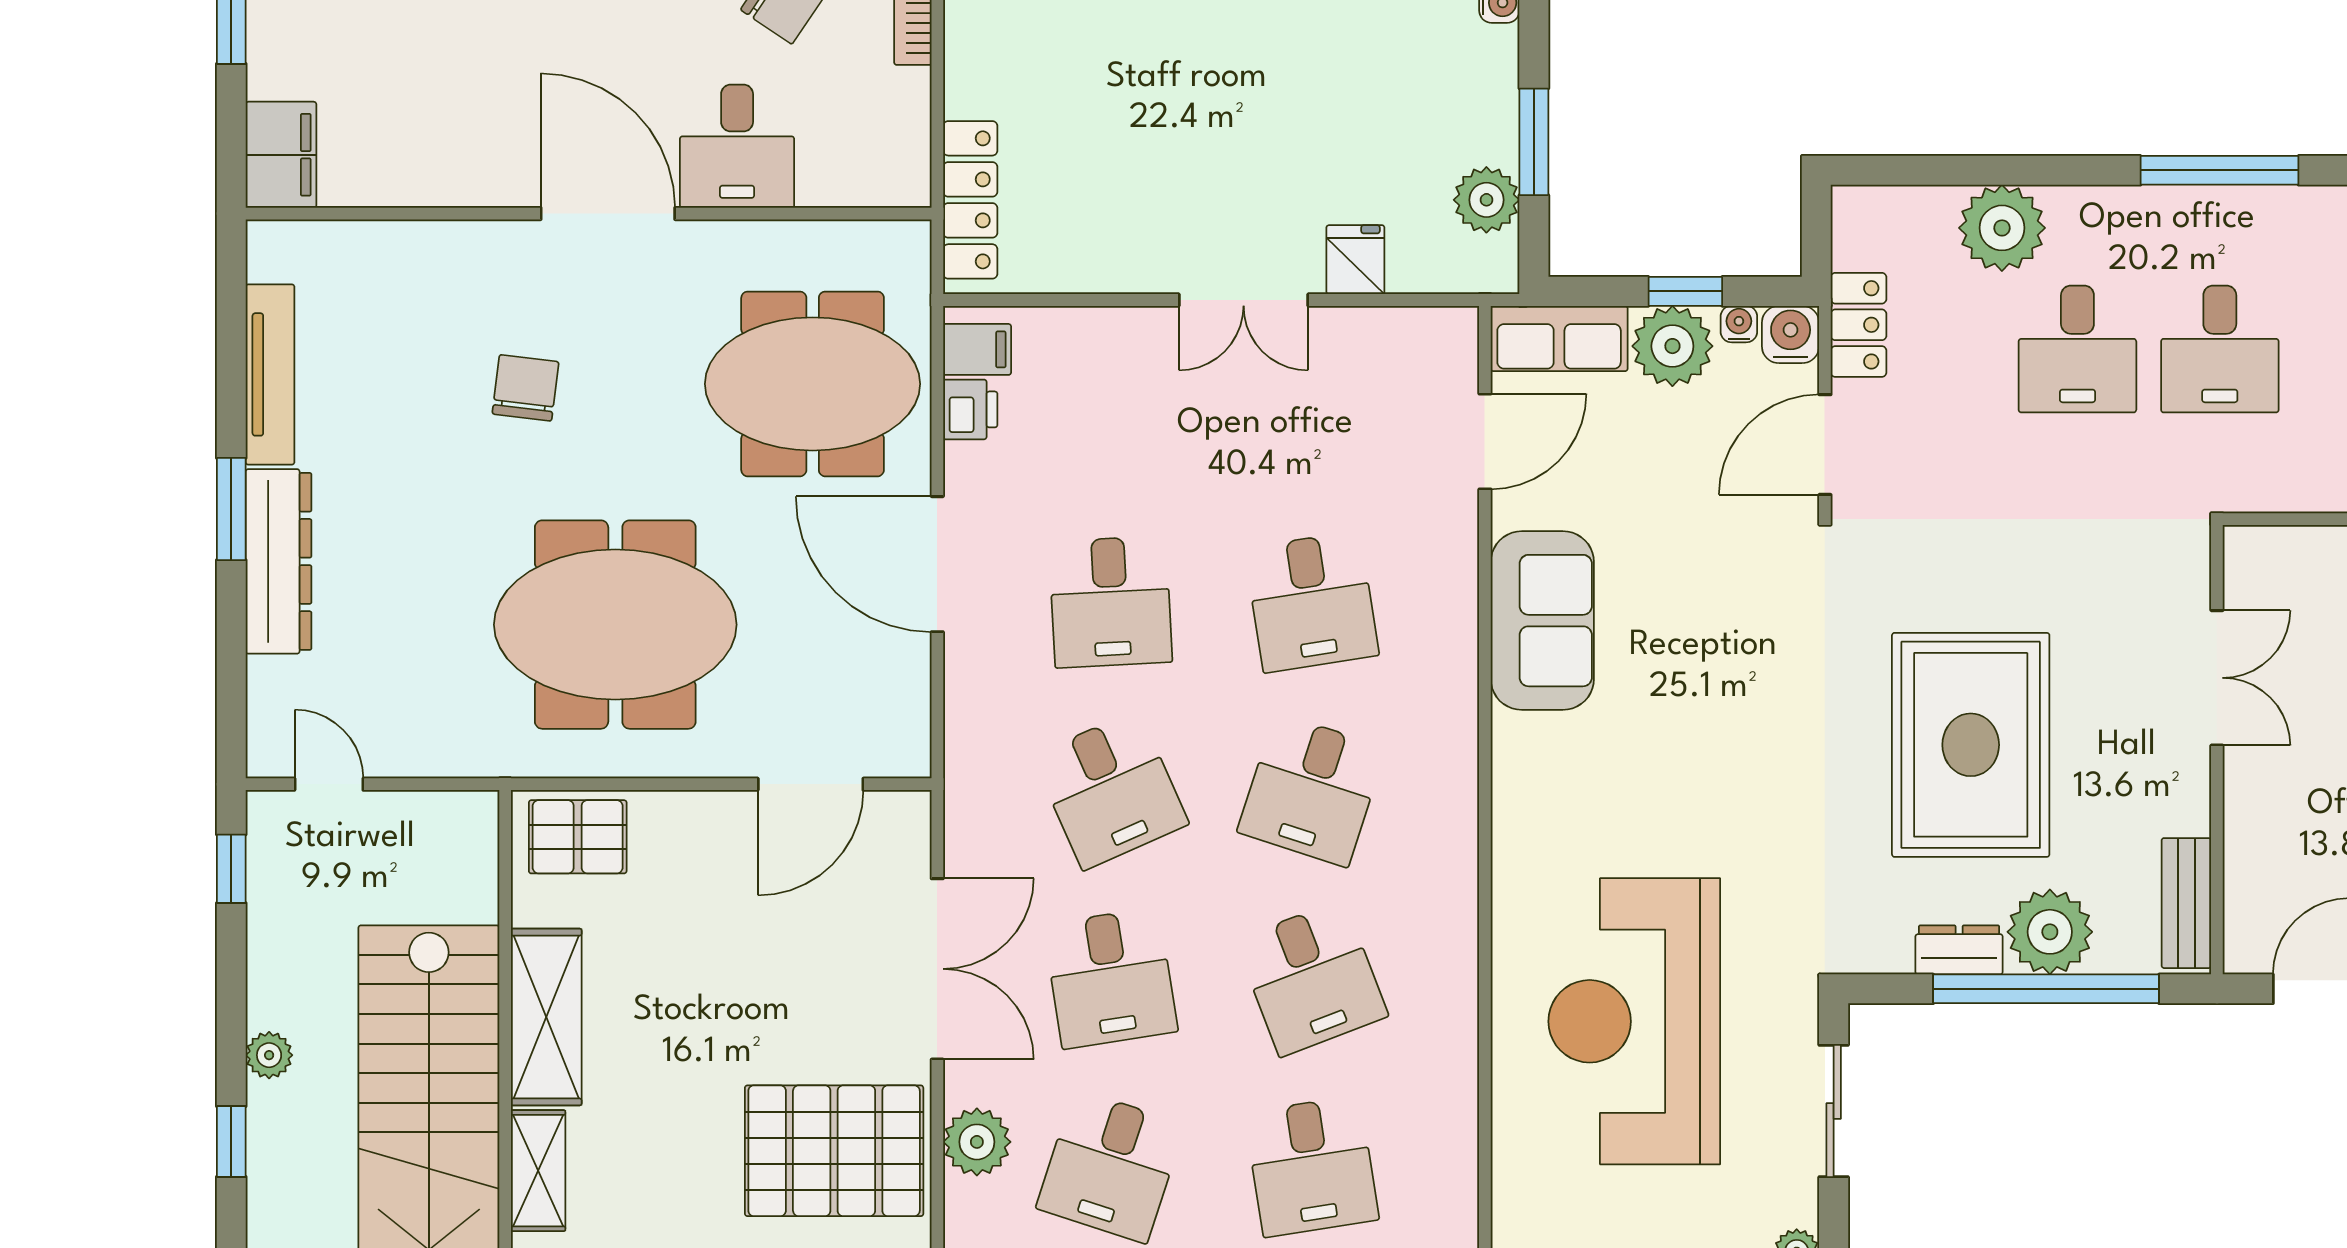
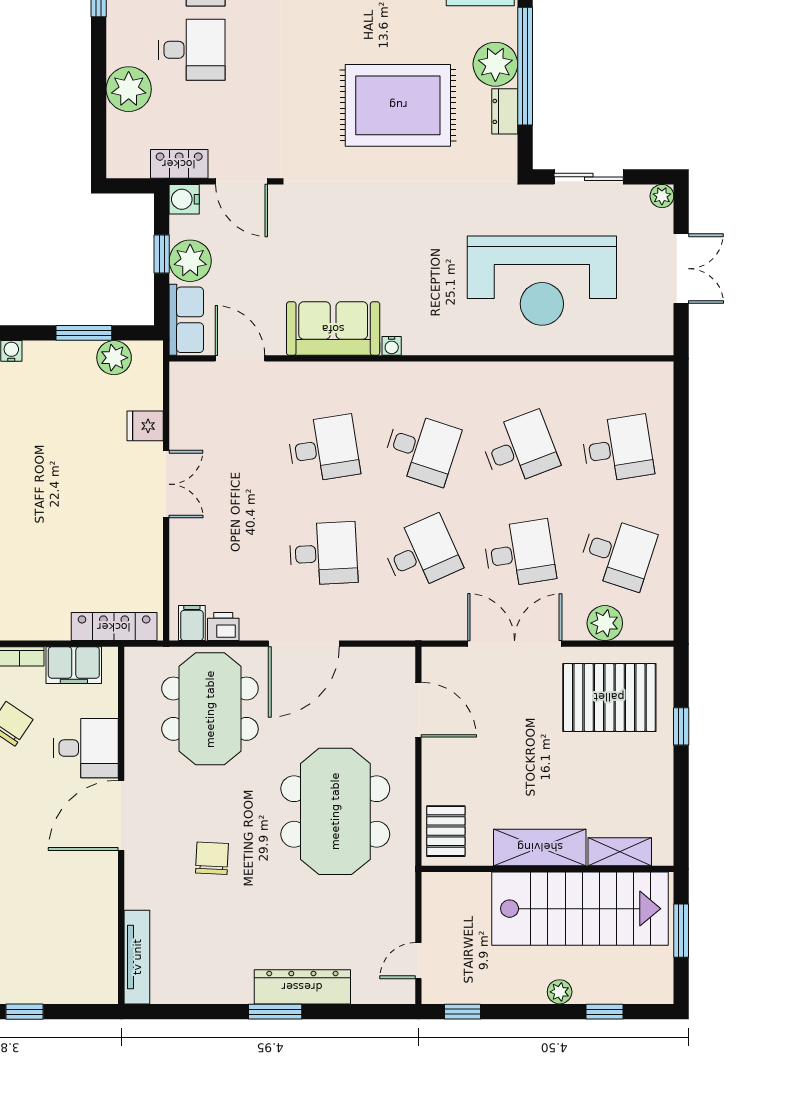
filing cabinet: (281, 155) -> (74, 665), moved, turned 180
water cooler: (1739, 324) -> (392, 346), moved, turned -90
tv unit: (270, 374) -> (137, 957), moved, turned 90
chair: (525, 388) -> (212, 858), turned 86
pallet: (834, 1151) -> (609, 697), turned 90

